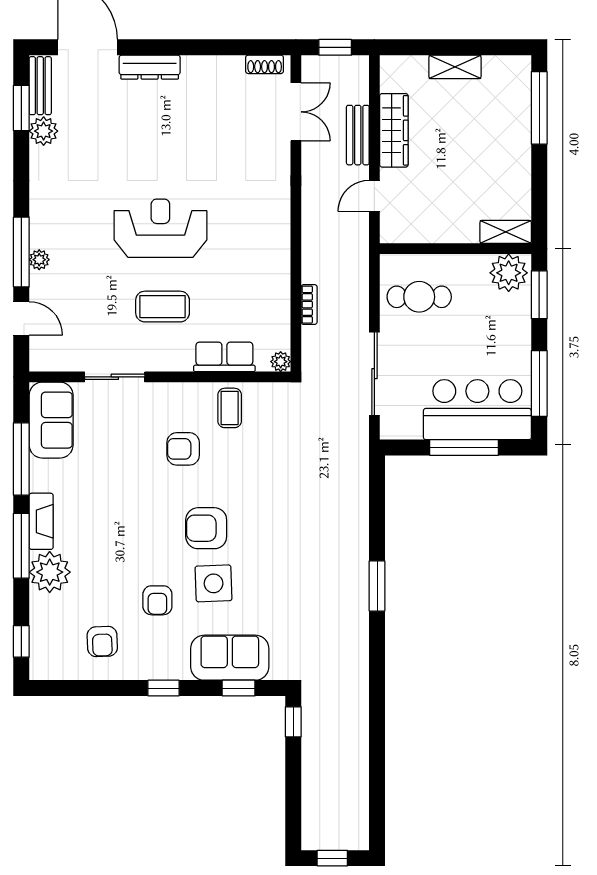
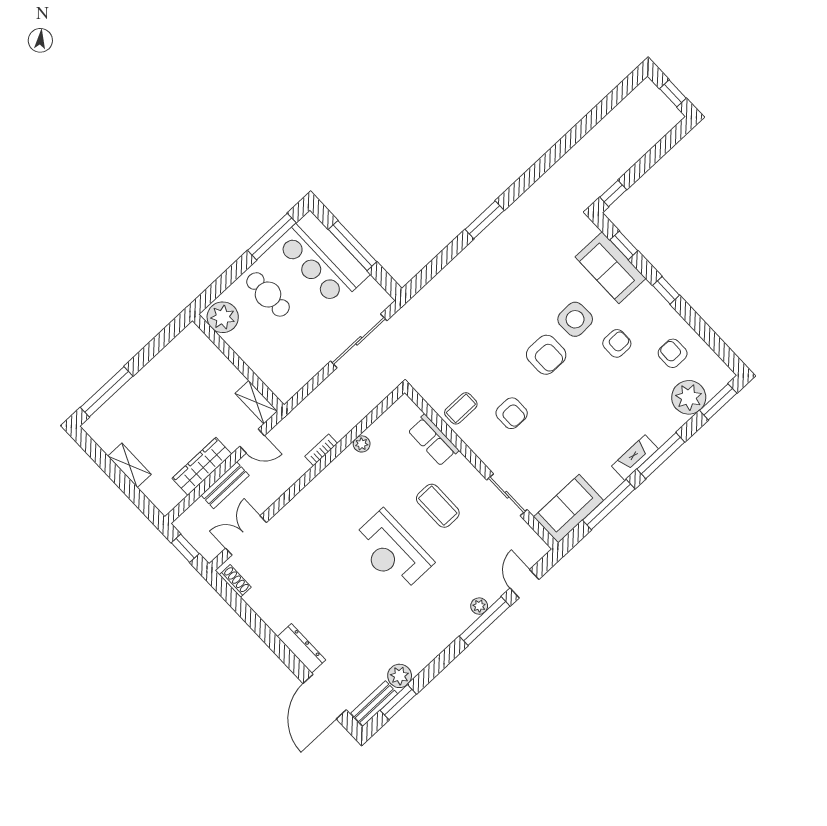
shelving: (506, 232) -> (256, 402), moved
window: (539, 295) -> (219, 287), removed
cafe table: (419, 297) -> (268, 294), moved
bookcase: (309, 305) -> (321, 450), moved
plant: (281, 362) -> (362, 444), moved
plant: (50, 572) -> (689, 397), moved
window: (21, 641) -> (718, 402), width x1.50
armchair: (102, 641) -> (673, 353), turned -88

